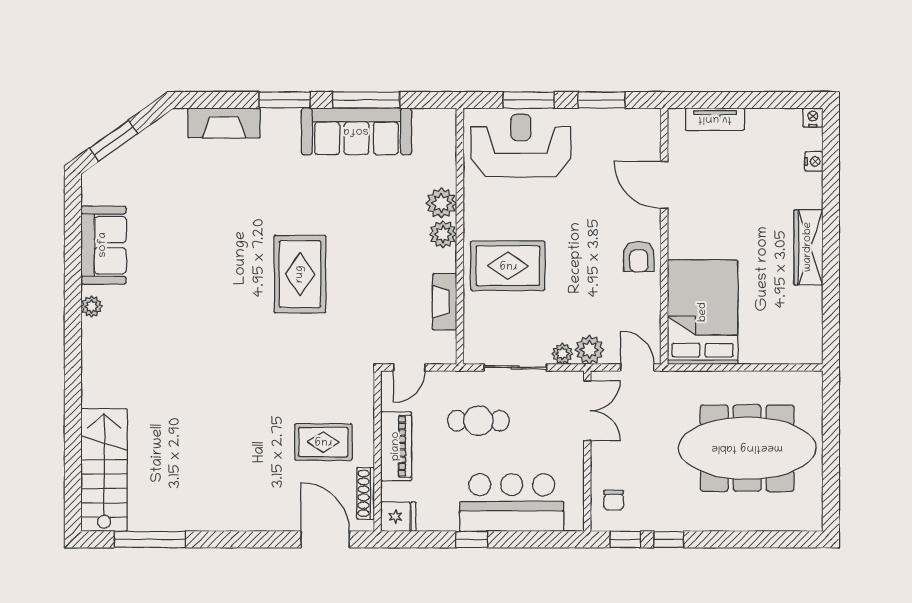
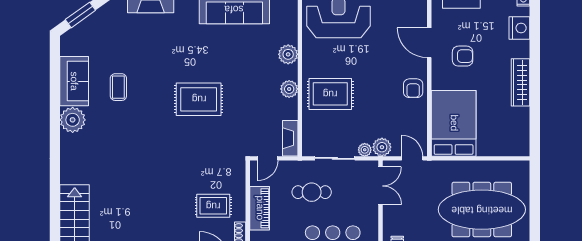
nightstand: (814, 161) -> (519, 28), width x1.89, depth x1.79
armchair: (717, 206) -> (463, 56), added
plant: (443, 234) -> (289, 89), moved
coffee table: (173, 255) -> (118, 87), added
rug: (300, 274) -> (199, 99), turned 90
fireplace: (445, 302) -> (290, 138), moved
plant: (92, 306) -> (73, 120), width x1.88, depth x1.88

